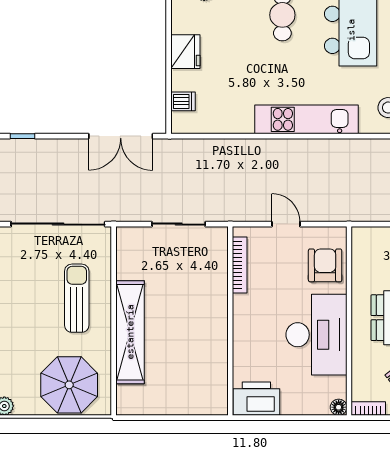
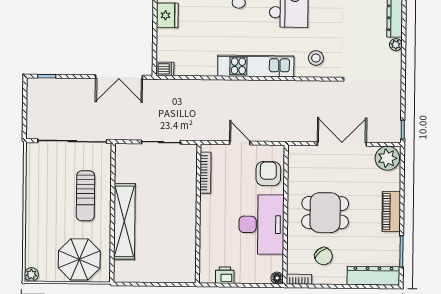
dishwasher: (183, 101) -> (165, 69), moved
sun lounger: (77, 298) -> (85, 196), turned 180
printer: (256, 399) -> (225, 275), width x0.53, depth x0.68

